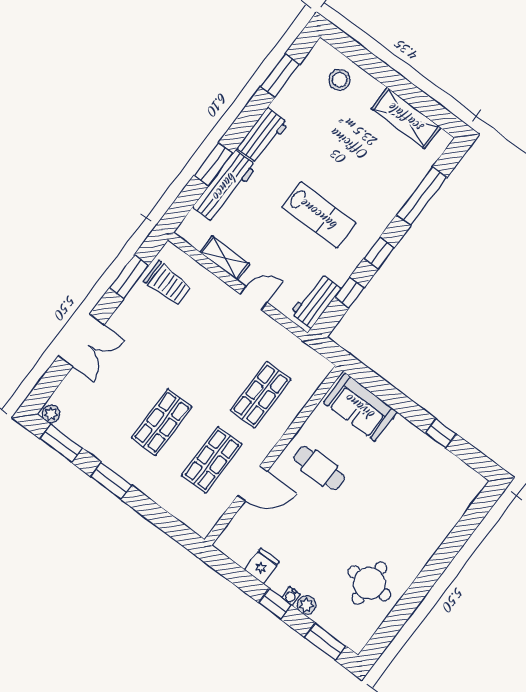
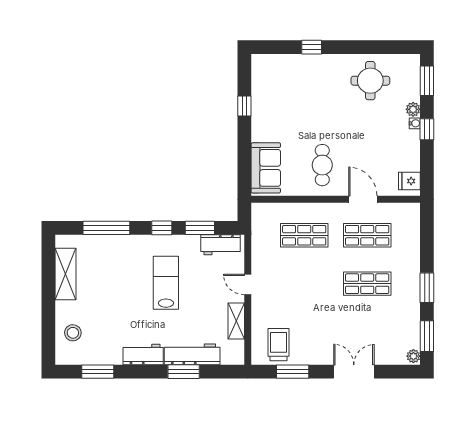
window: (349, 293) -> (200, 228), width x1.50
window: (450, 548) -> (312, 47), added
fridge: (262, 566) -> (409, 181), moved

